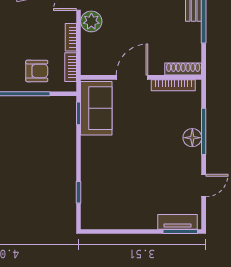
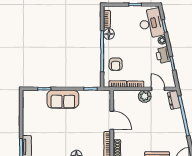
sofa: (96, 108) -> (63, 99), moved

